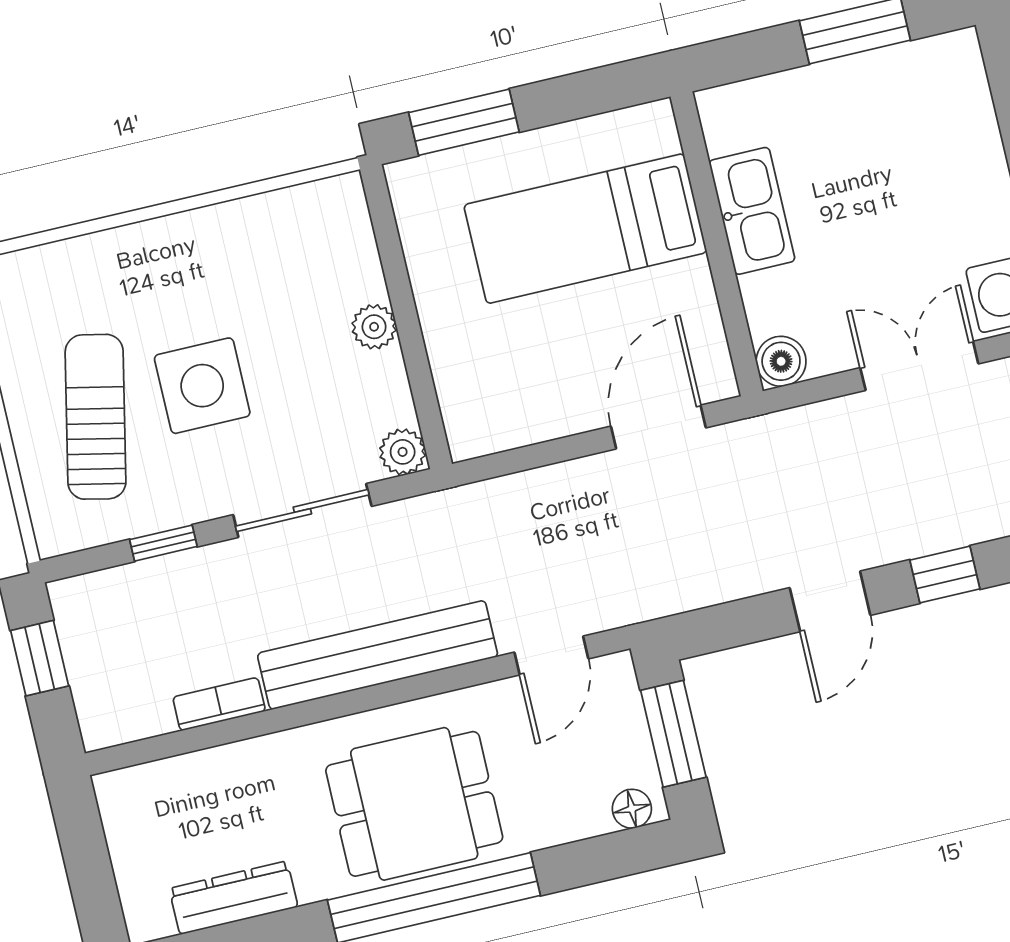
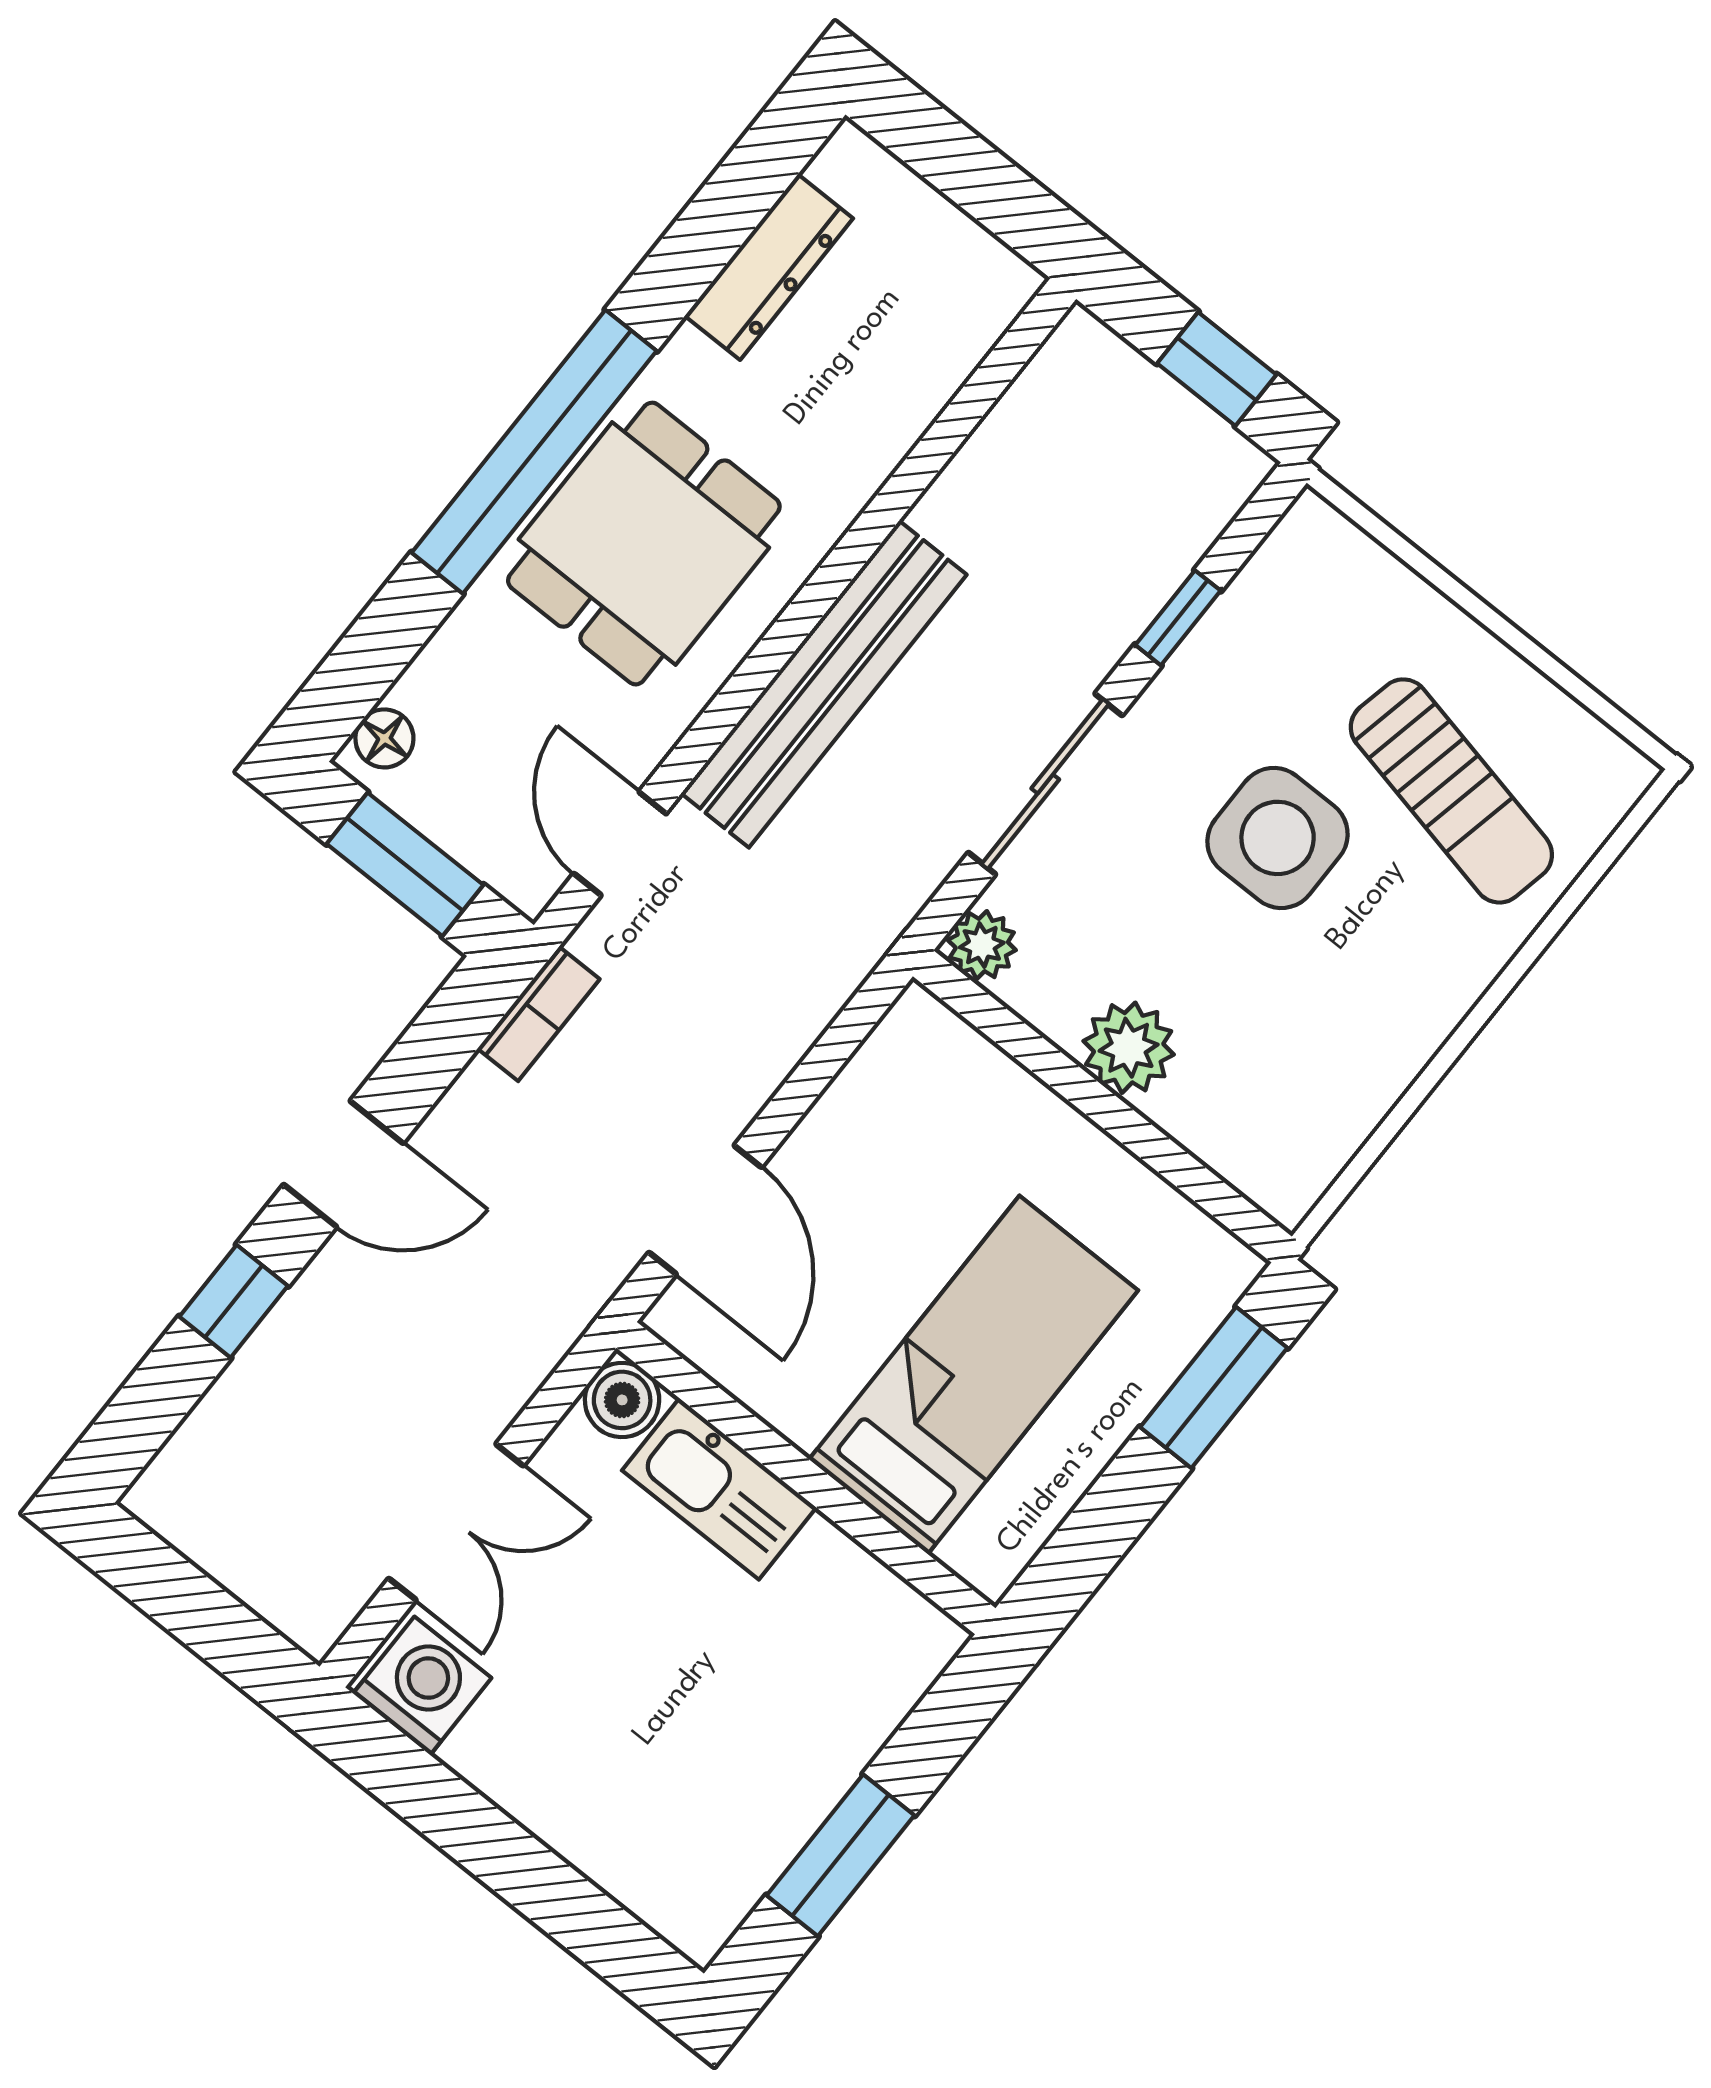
kitchen sink: (752, 211) -> (719, 1489), moved
plant: (374, 327) -> (1129, 1048), width x1.38, depth x1.38
sun lounger: (96, 417) -> (1451, 791), moved
door: (830, 601) -> (343, 1164), swing flipped
bookcase: (219, 704) -> (539, 1014), moved

